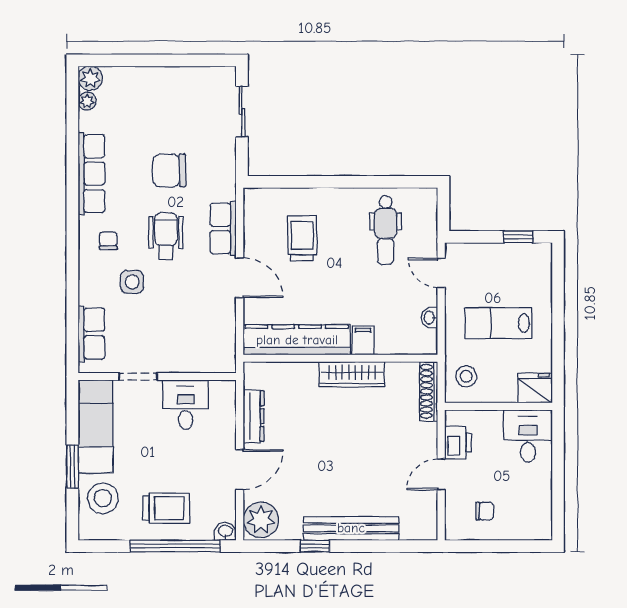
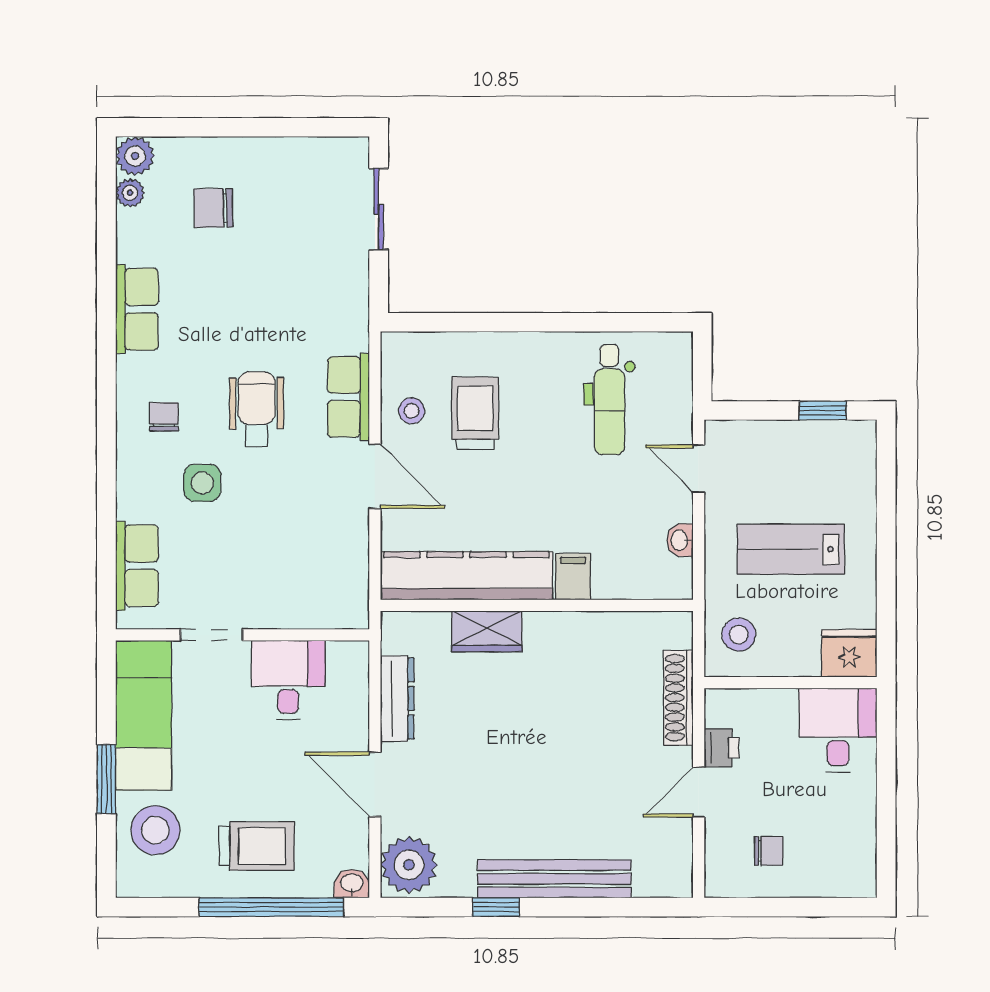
chair: (169, 170) -> (213, 208), moved, width x0.73, depth x0.73
row of seats: (91, 174) -> (137, 309), width x0.68
stool: (262, 237) -> (412, 411), added
wardrobe: (352, 374) -> (487, 631), moved, width x0.67
shoe rack: (429, 391) -> (678, 698), moved
printer: (458, 443) -> (722, 748), width x0.73, depth x0.81
door: (240, 470) -> (375, 784), swing flipped

